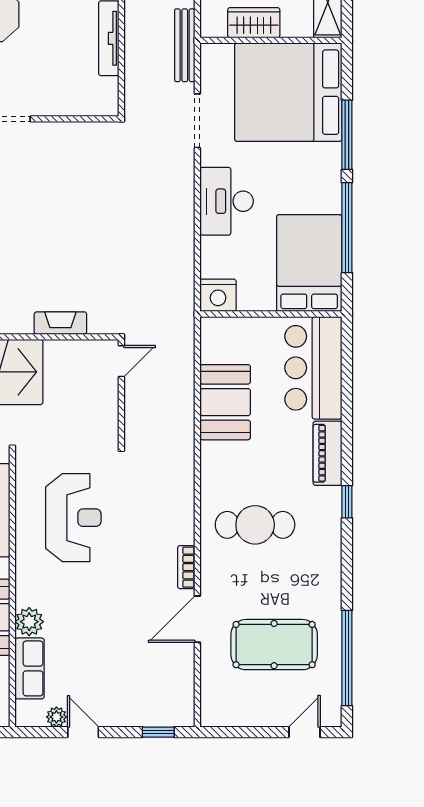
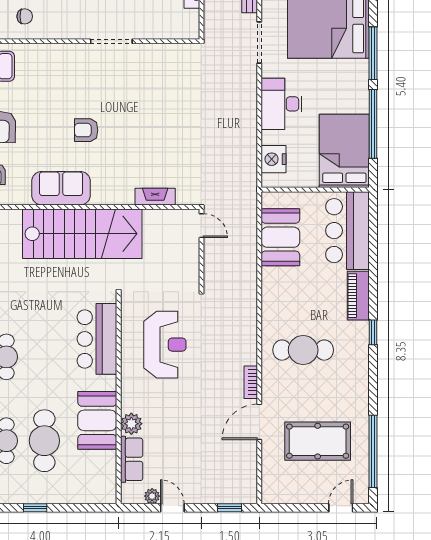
nightstand: (218, 295) -> (274, 159), moved, turned 90
door: (121, 361) -> (201, 226), hinge flipped
booth: (225, 402) -> (280, 237), moved

